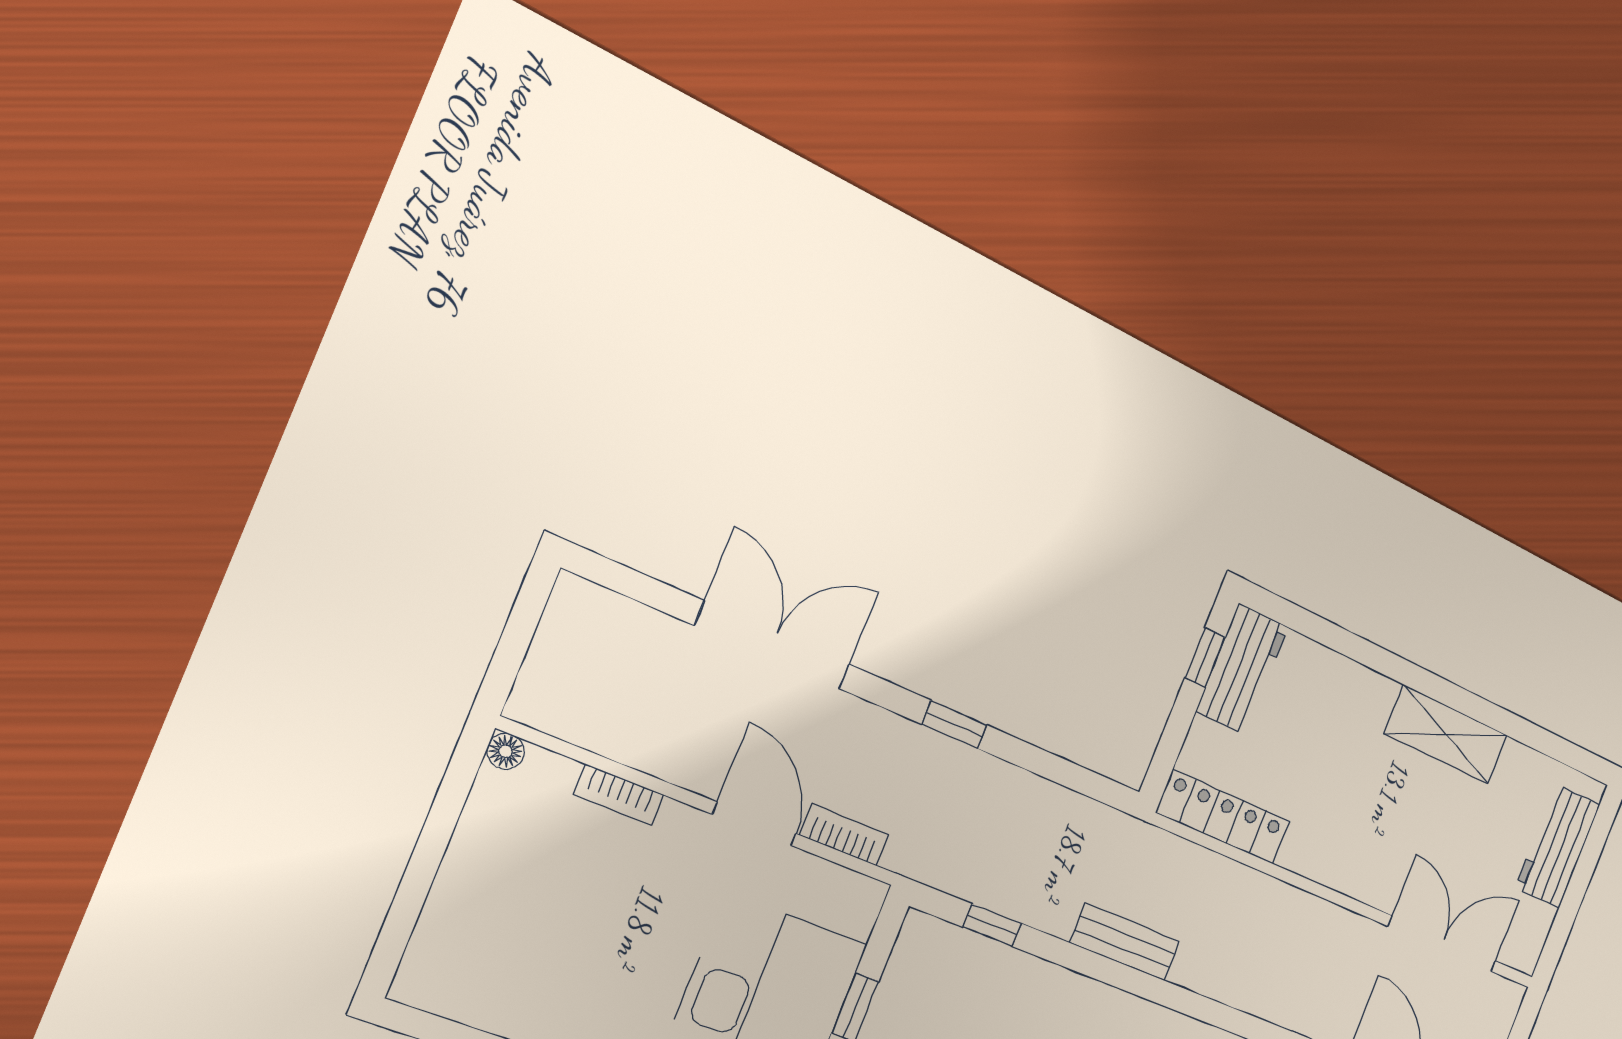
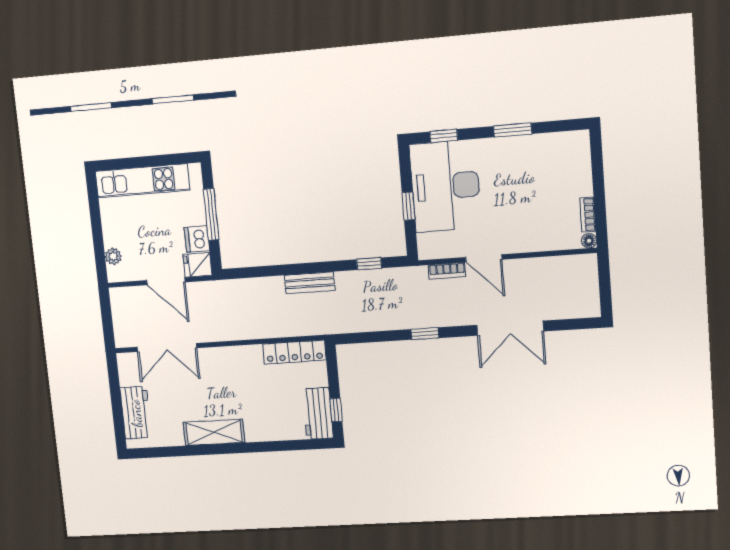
bookcase: (619, 795) -> (588, 215), moved, turned -90

